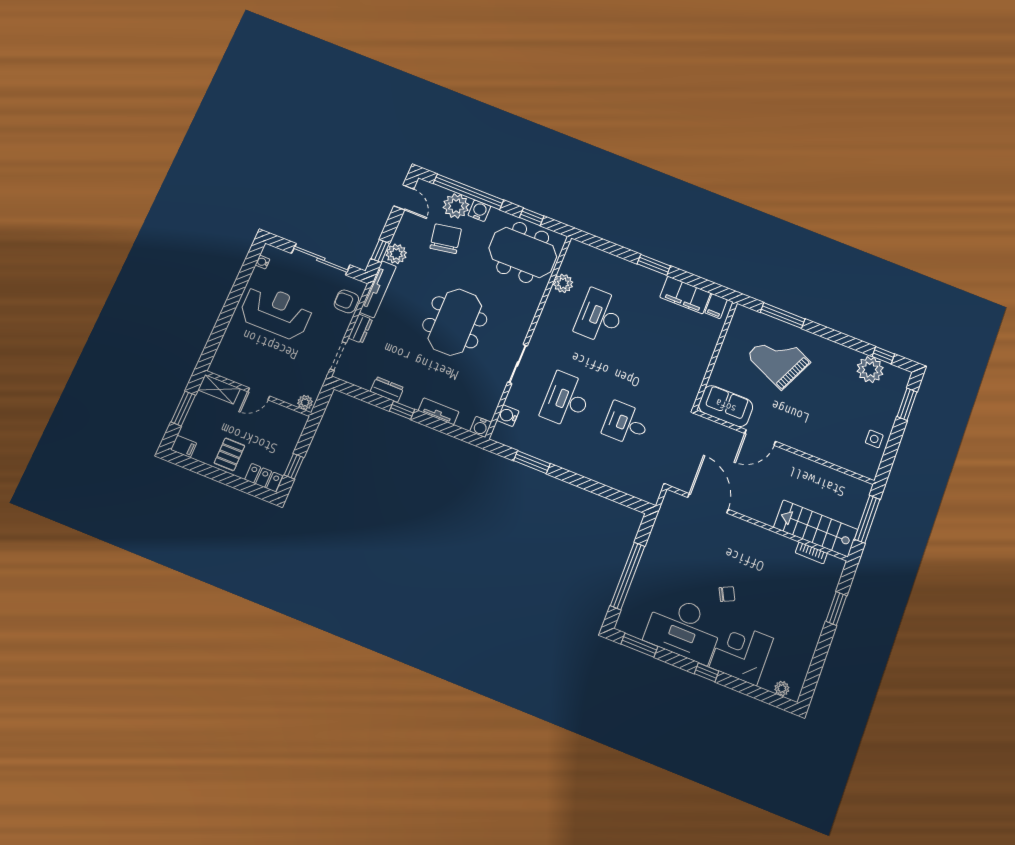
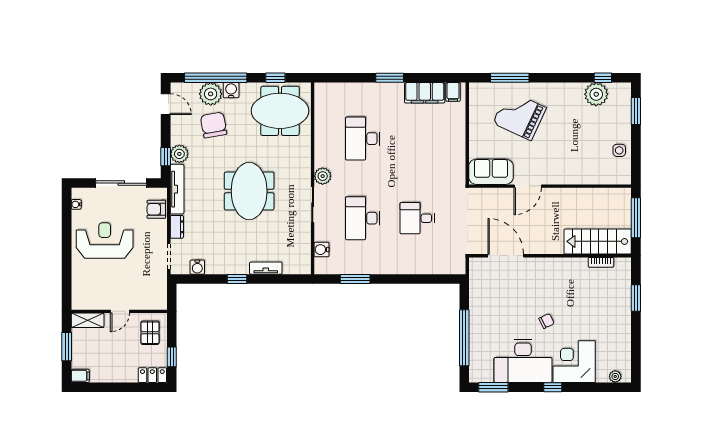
plant: (563, 283) -> (323, 176), moved
dresser: (387, 389) -> (218, 267), removed
plant: (305, 402) -> (159, 303), removed
water cooler: (481, 427) -> (197, 267), moved
pallet: (229, 454) -> (150, 333), moved

